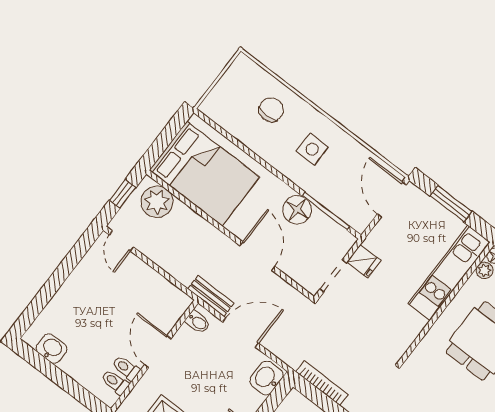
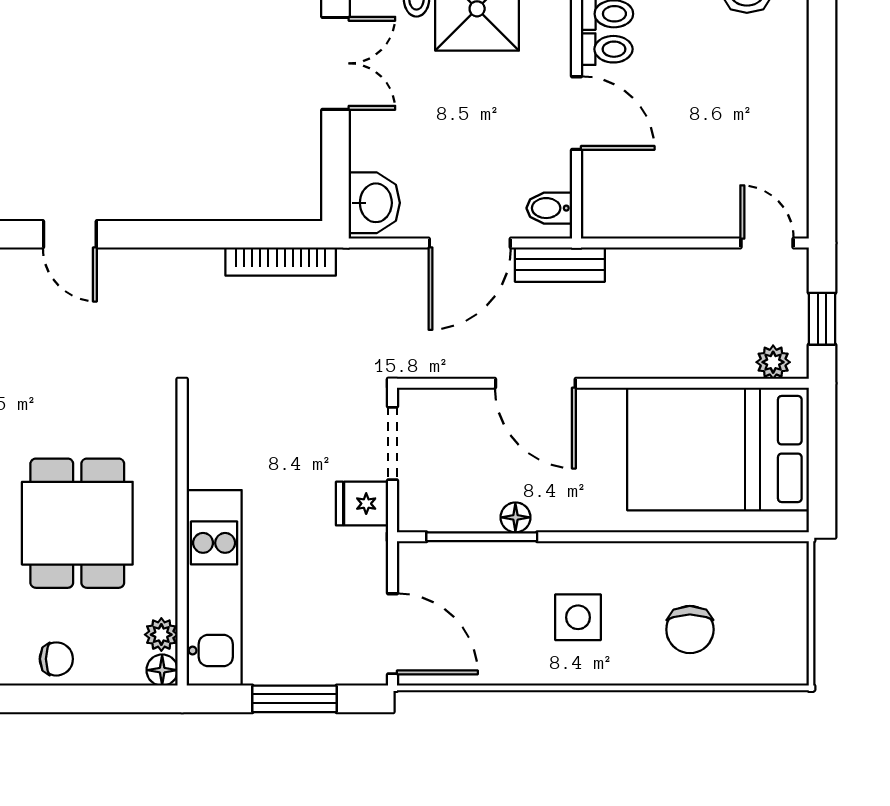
plant: (157, 202) -> (773, 362), width x0.53, depth x0.53
floor lamp: (297, 210) -> (515, 517), width x0.53, depth x0.53

